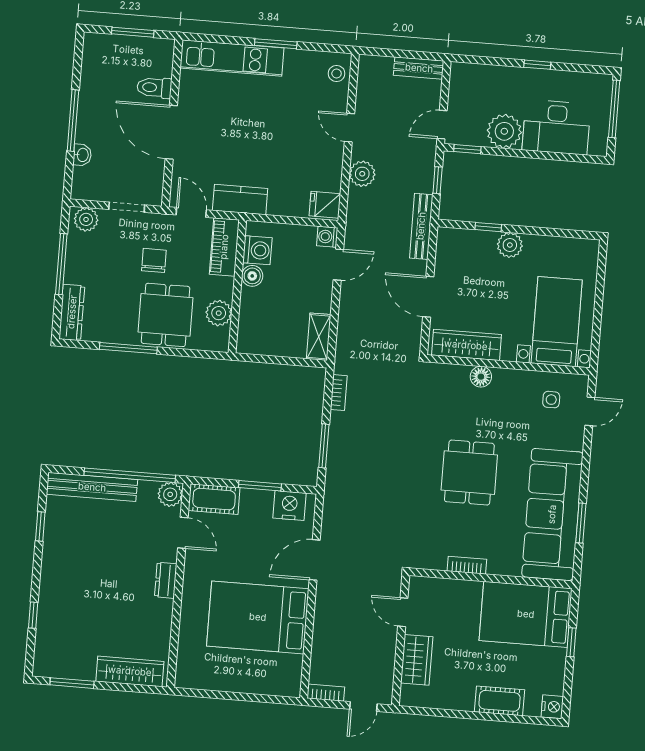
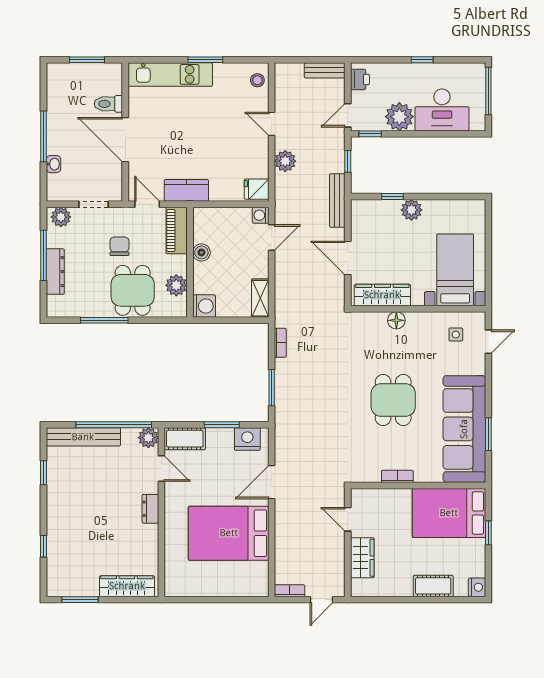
printer: (460, 83) -> (360, 79), added
washing machine: (257, 250) -> (204, 306), moved
dresser: (72, 312) -> (55, 272), moved

